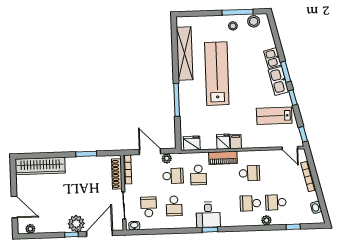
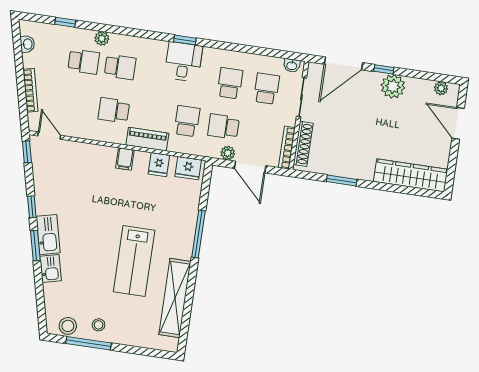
lab bench: (217, 74) -> (134, 261), width x0.73
lab bench: (274, 116) -> (63, 186), removed
fridge: (223, 142) -> (159, 165), moved
school desk: (149, 207) -> (266, 89), turned 180
plant: (76, 224) -> (393, 86), moved

